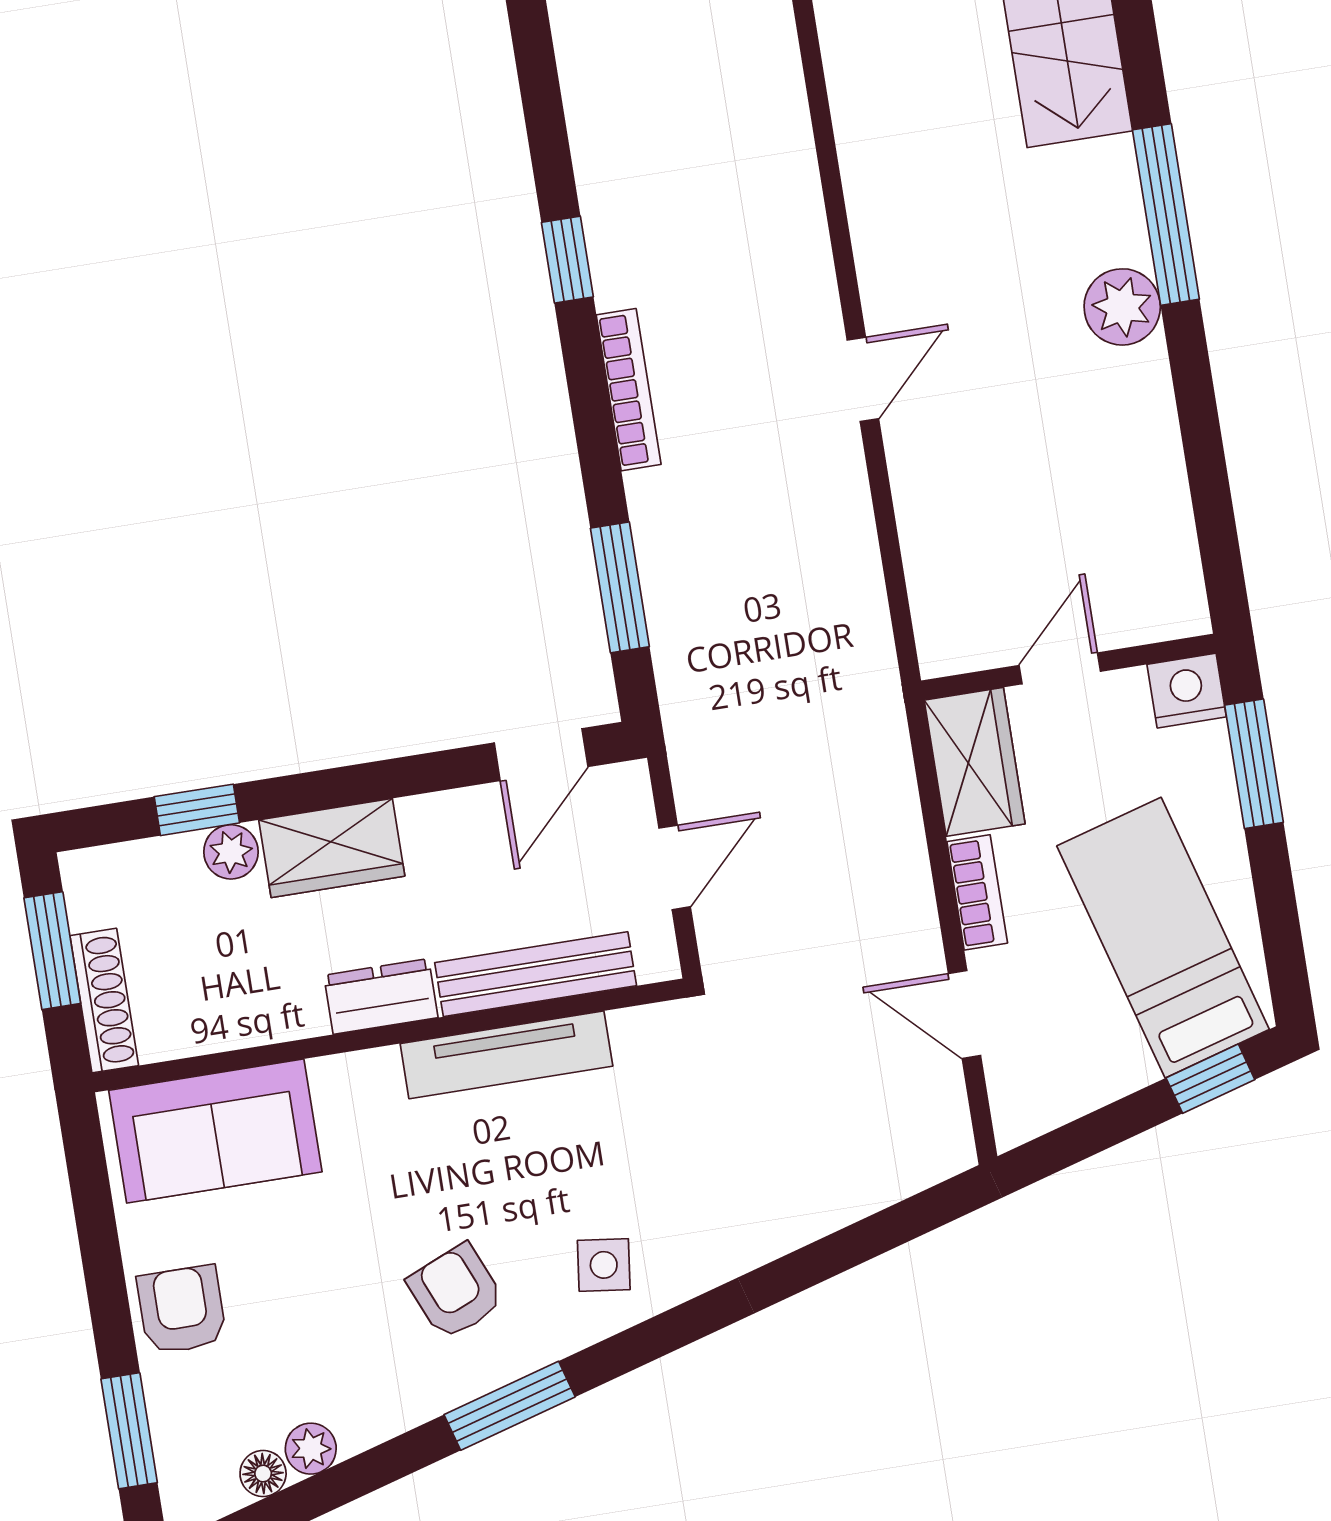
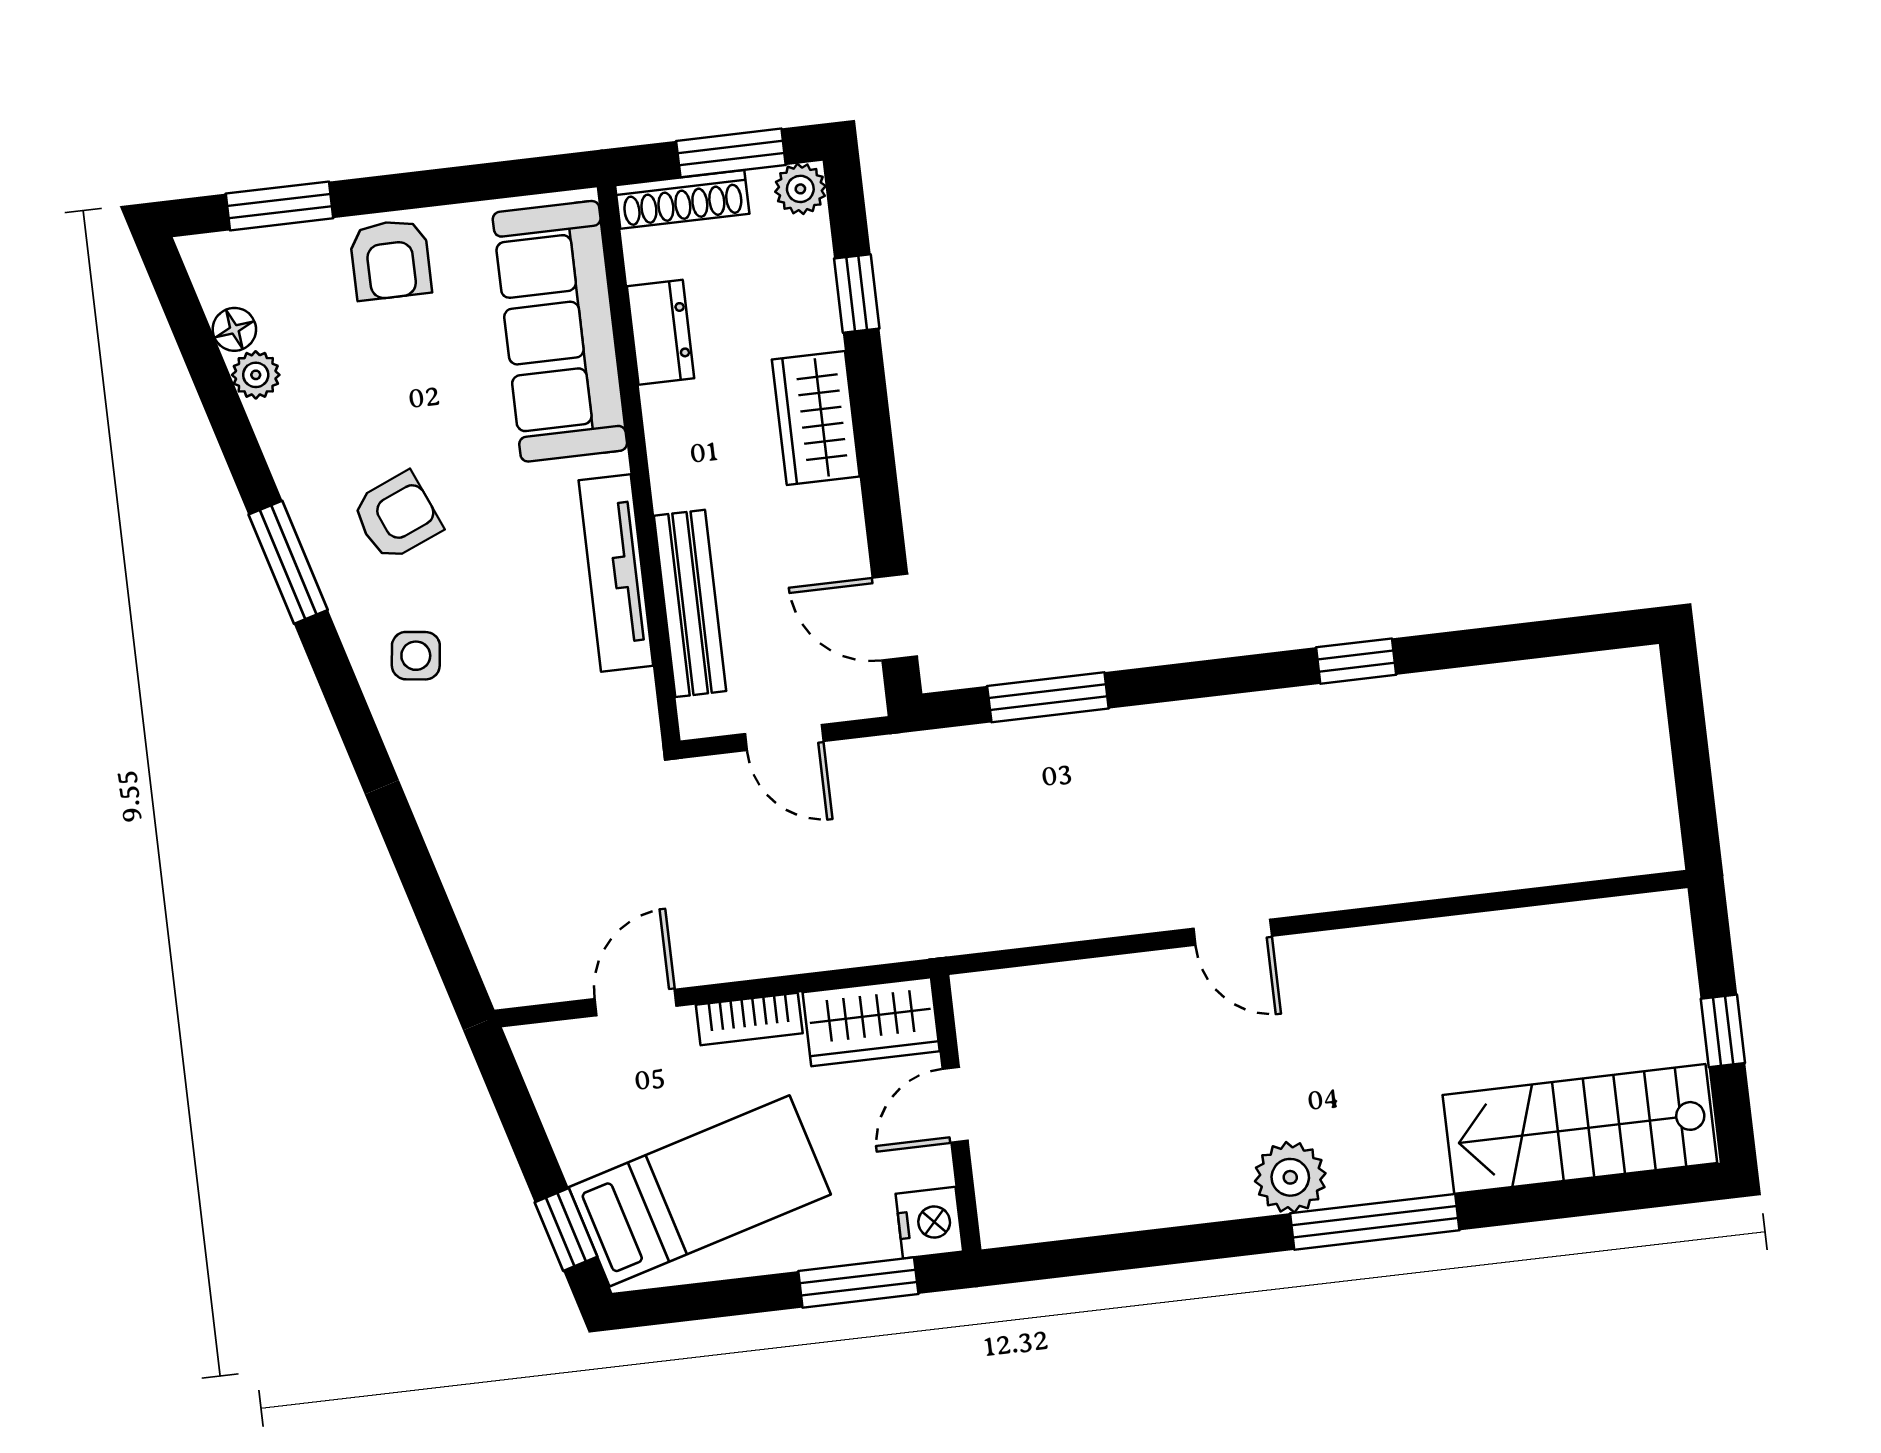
bookcase: (629, 390) -> (1232, 713), removed
door: (1060, 668) -> (955, 1105), swing flipped
plant: (231, 852) -> (800, 189), moved
dresser: (381, 996) -> (661, 332), moved
sofa: (215, 1131) -> (560, 331), width x1.36
armchair: (182, 1310) -> (390, 260), turned 90

